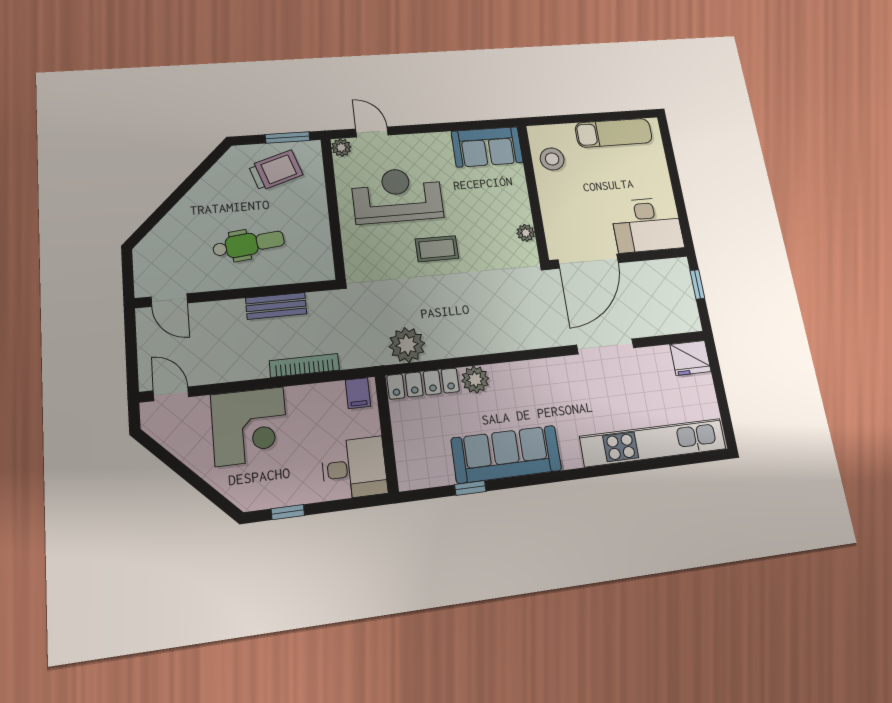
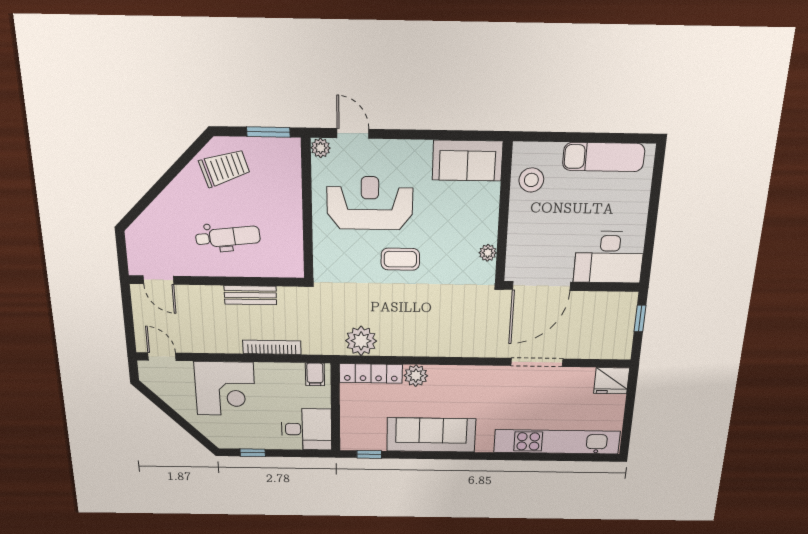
trolley: (276, 170) -> (224, 168), moved
window: (470, 488) -> (369, 454), moved

